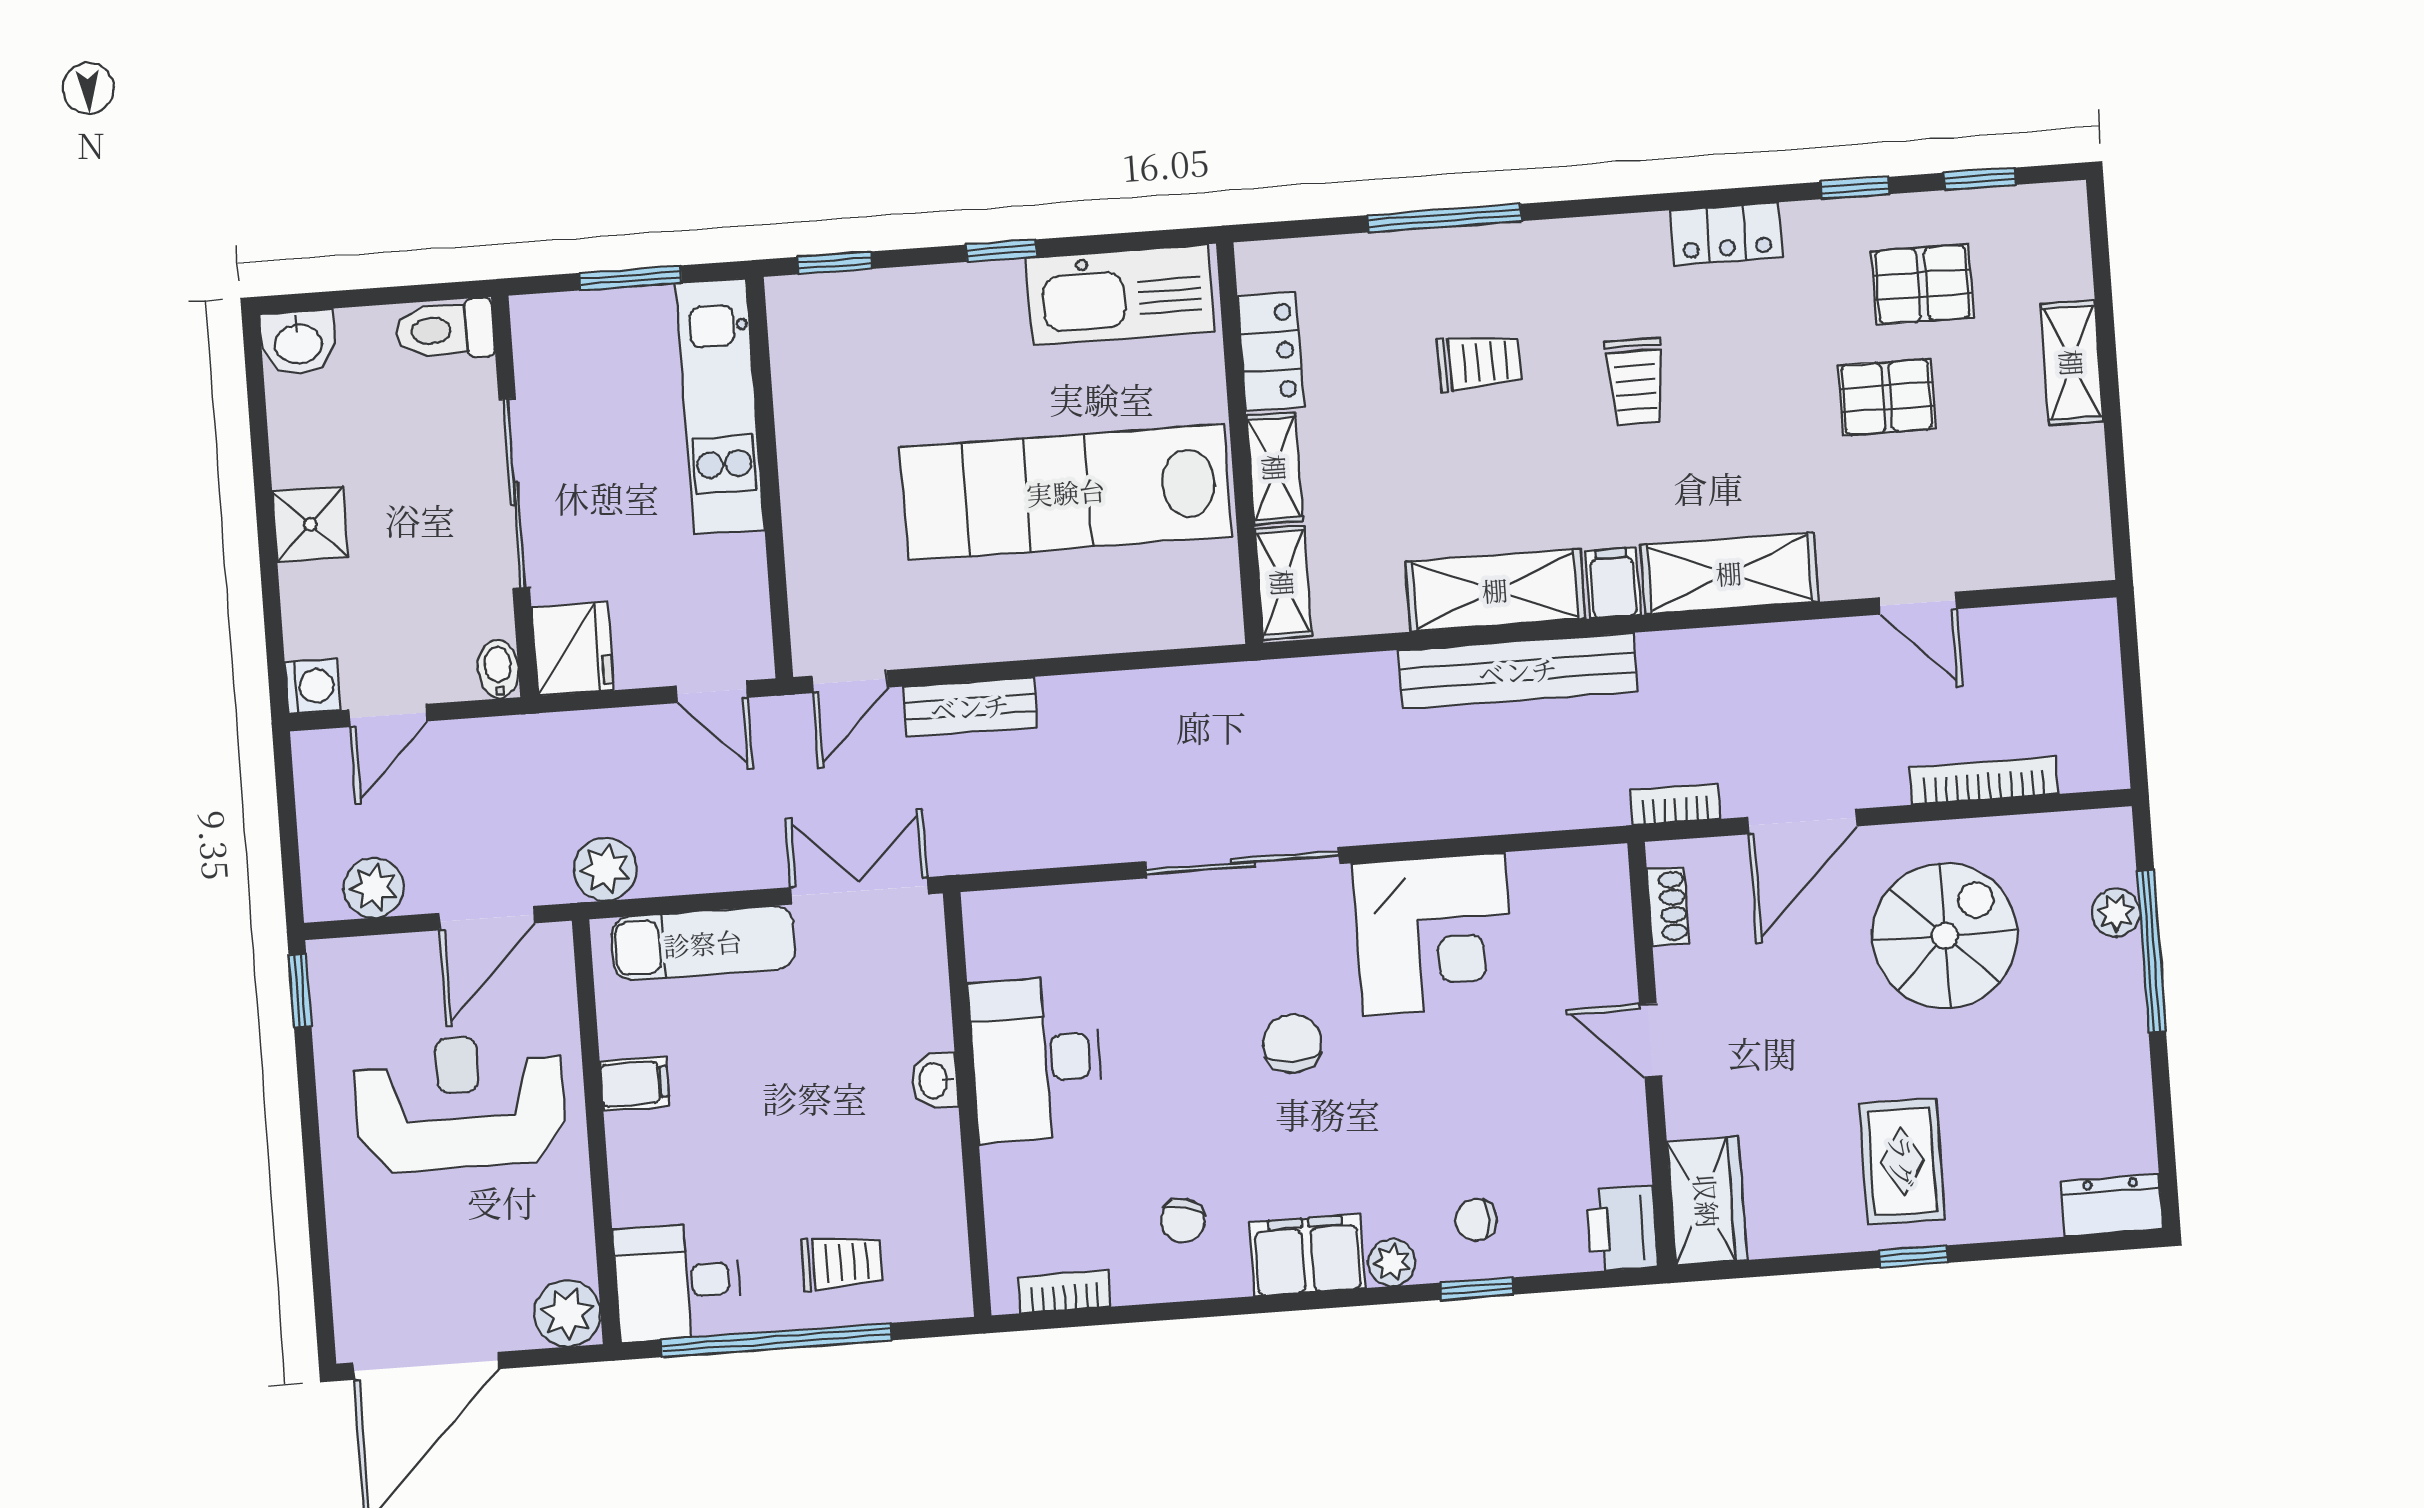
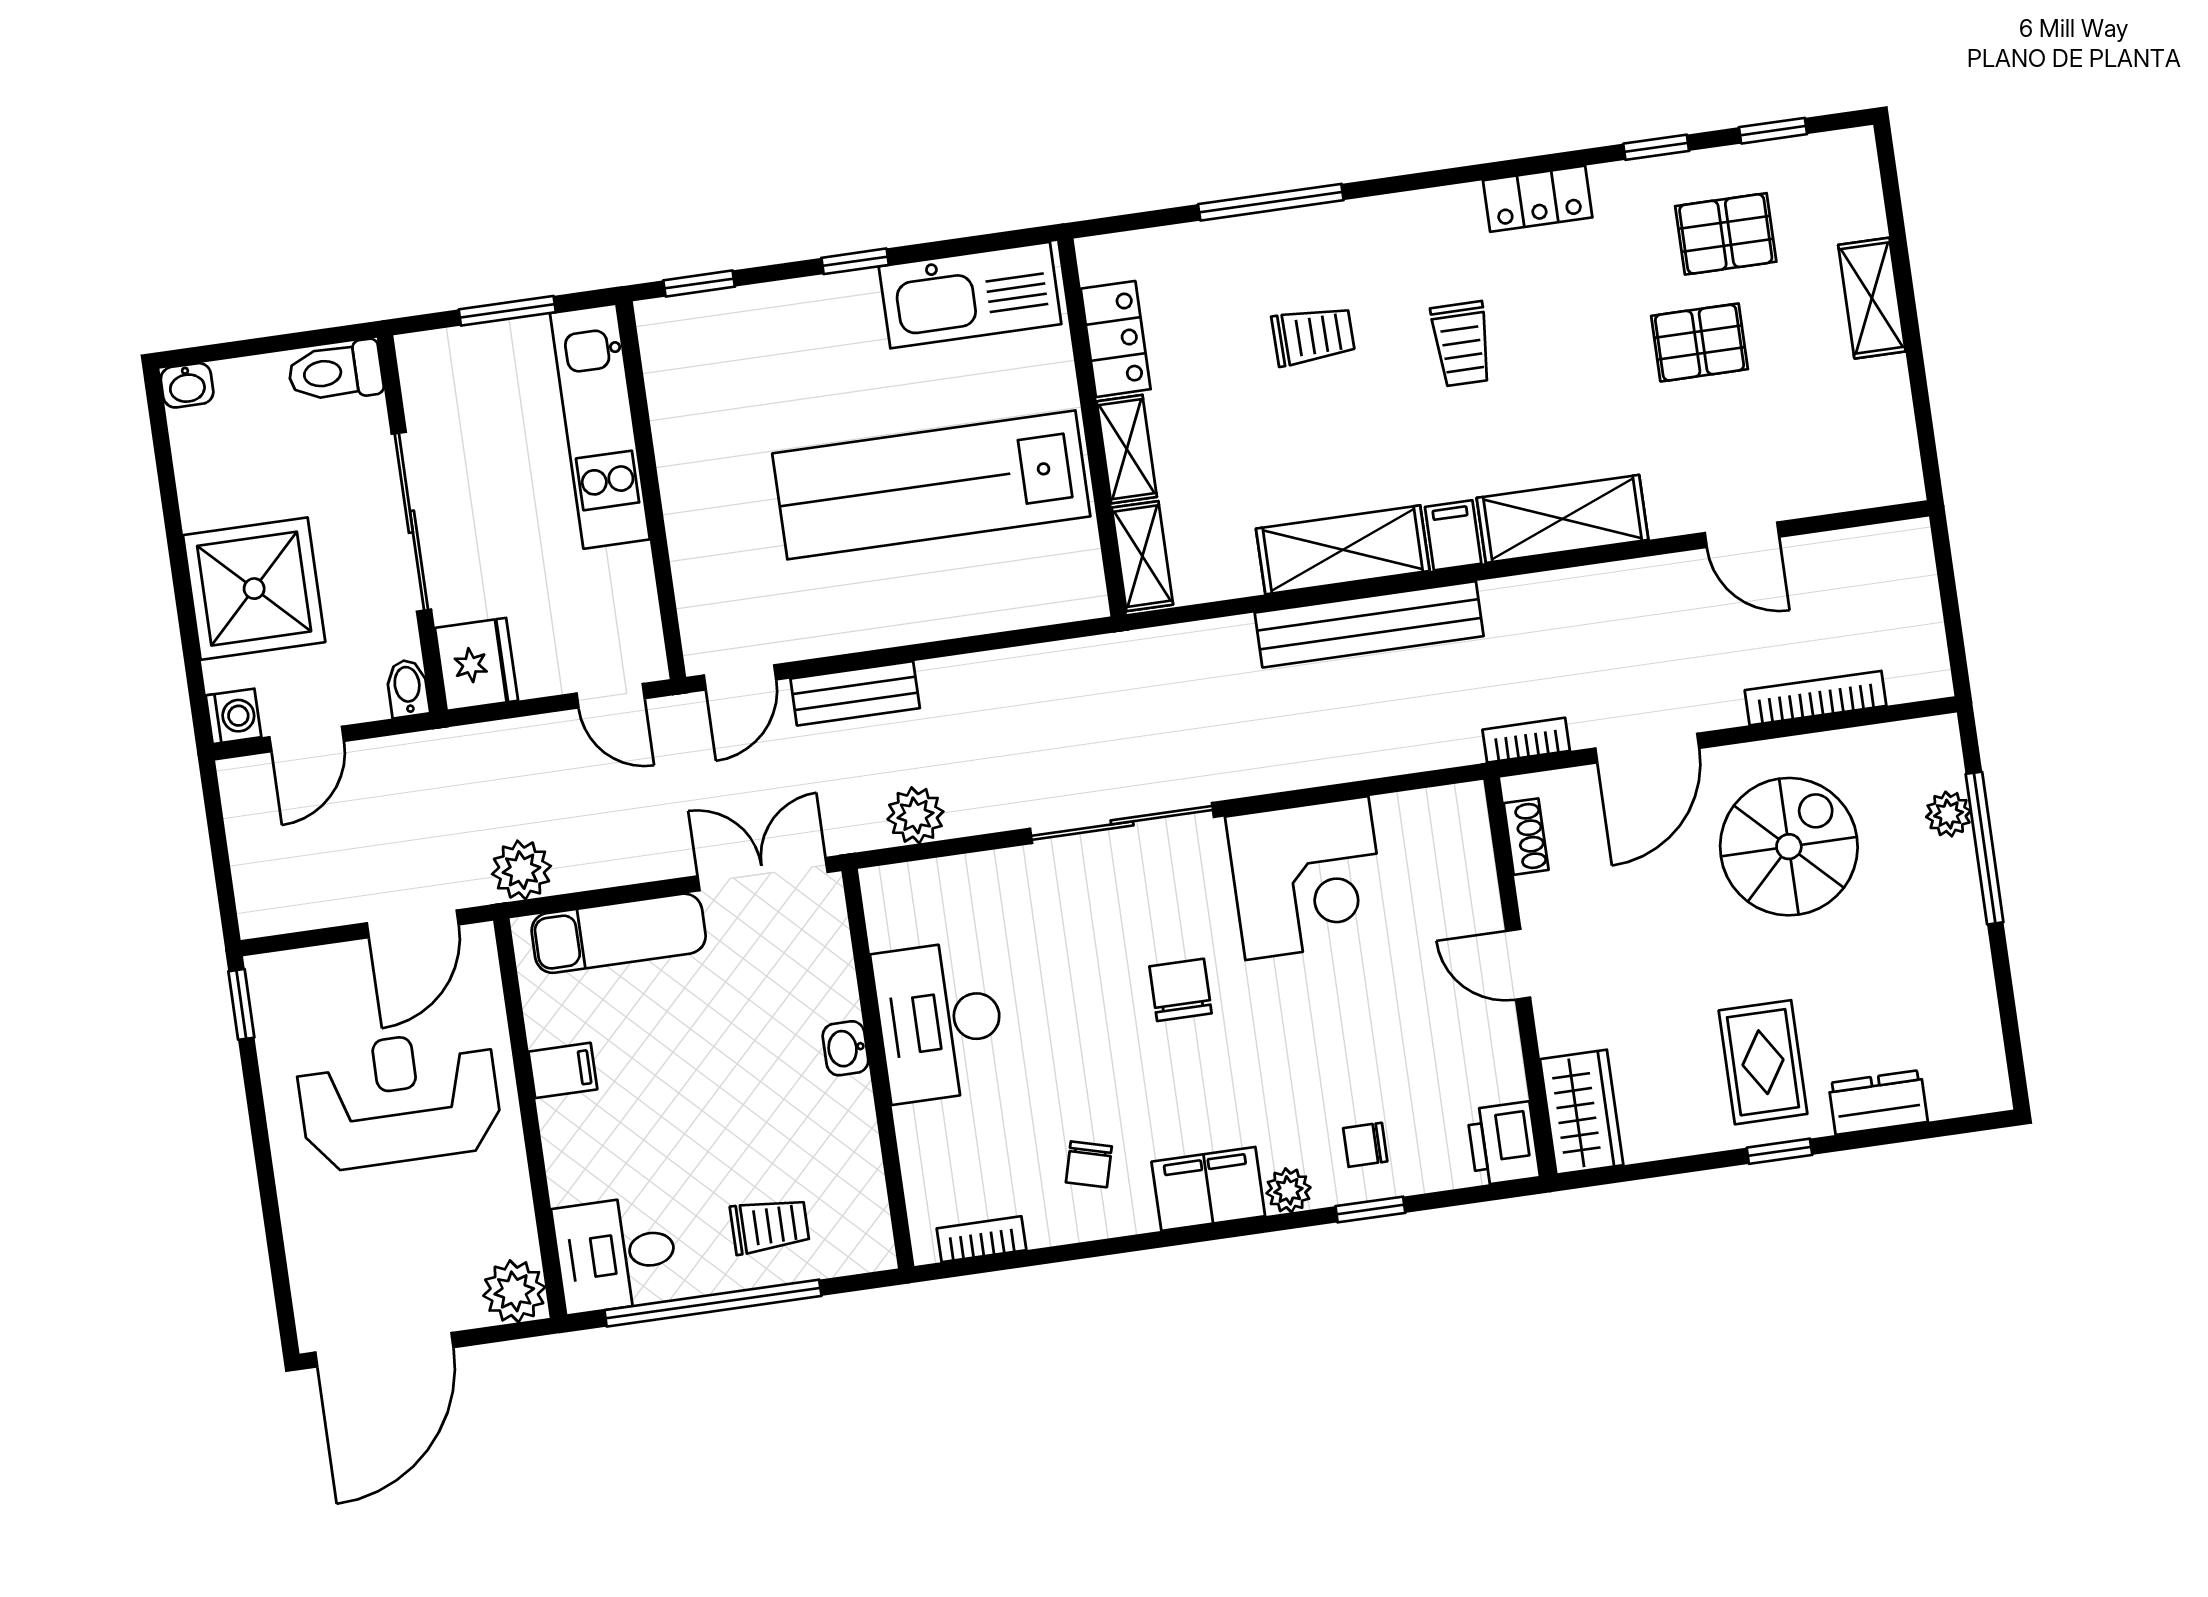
washbasin: (298, 342) -> (187, 385), width x0.72, depth x0.69
shower: (310, 524) -> (254, 589), width x1.86, depth x1.86
plant: (374, 888) -> (915, 815), moved
dresser: (2112, 1205) -> (1878, 1102), moved

